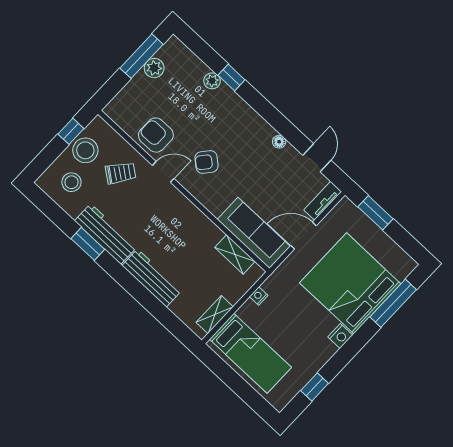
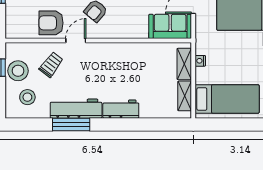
sofa: (254, 233) -> (170, 26), width x0.73
window: (88, 244) -> (71, 124), width x1.44
shelving: (235, 254) -> (184, 64), moved, turned 90
workbench: (152, 278) -> (121, 109), width x0.73

